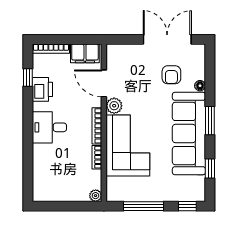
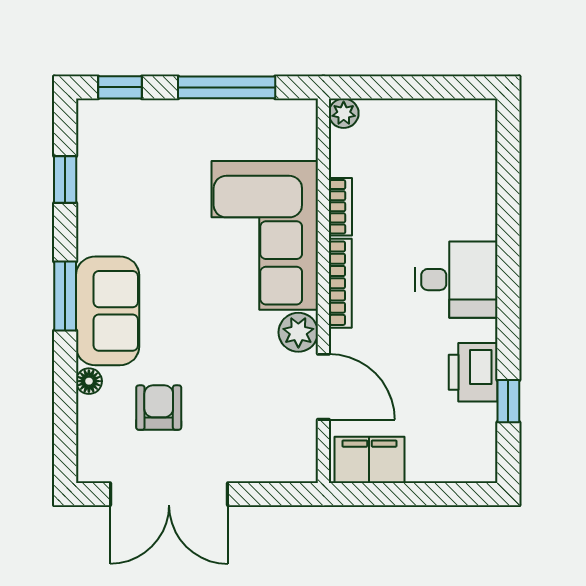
bookcase: (51, 49) -> (452, 472), removed
sofa: (189, 134) -> (108, 311), width x0.54, depth x0.79

